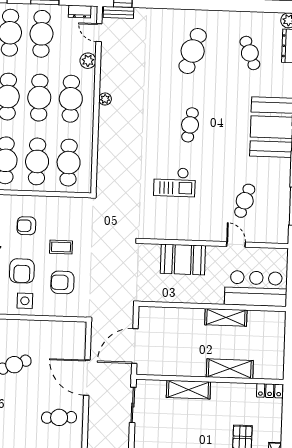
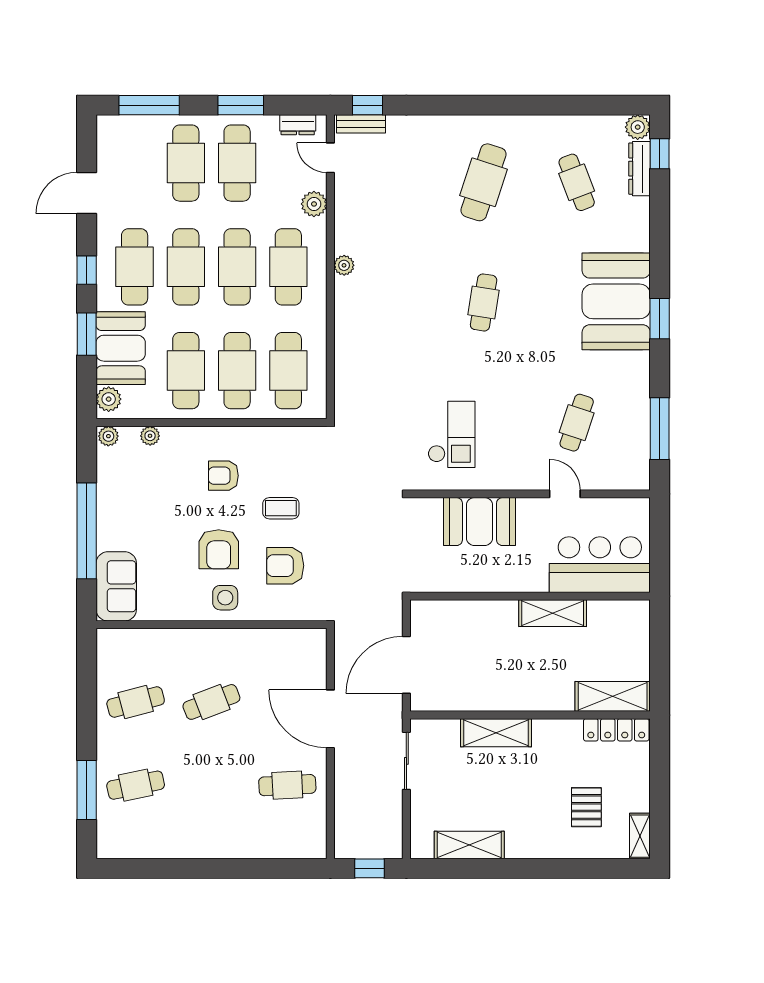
checkout: (175, 182) -> (452, 434), moved, turned -90
shelving: (230, 369) -> (613, 696), moved
locker: (270, 391) -> (616, 730), width x1.53

